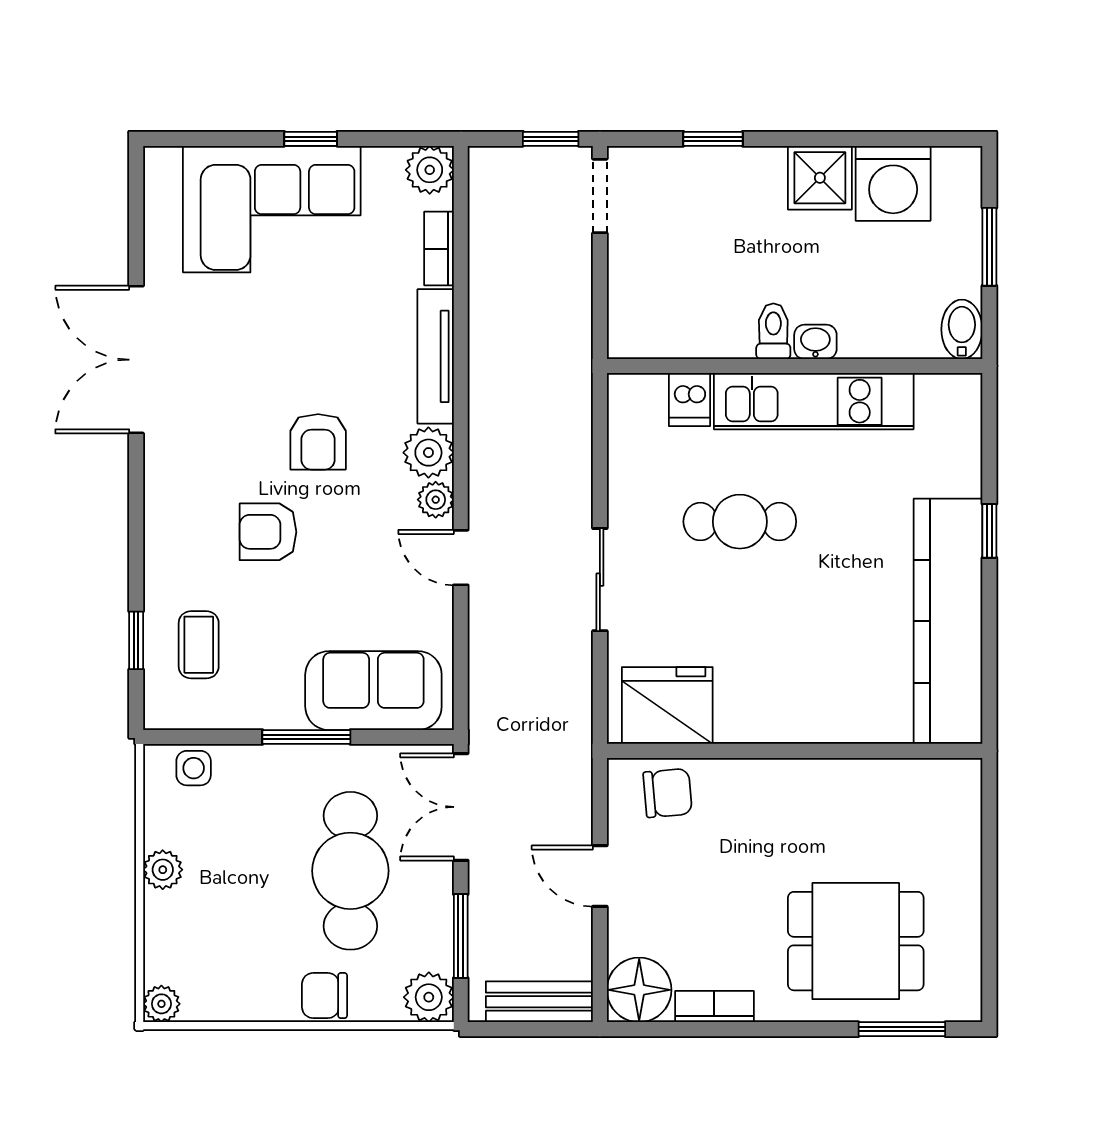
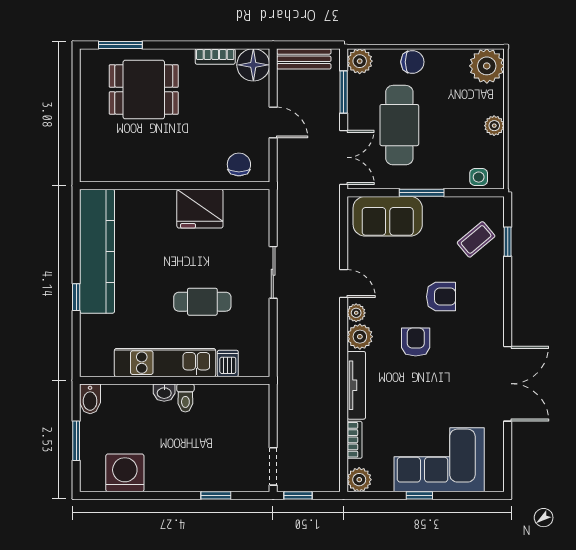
shower: (820, 178) -> (162, 476), removed
coffee table: (199, 645) -> (476, 239), turned 50
fridge: (667, 706) -> (200, 209), moved
chair: (668, 793) -> (239, 164), turned 95
plant: (161, 1004) -> (487, 66), width x1.88, depth x1.88

